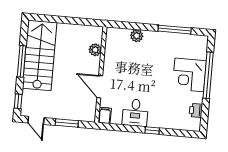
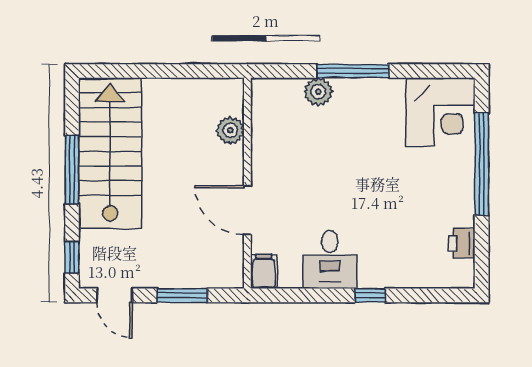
window: (175, 30) -> (353, 71), moved
corner desk: (189, 75) -> (441, 112), moved, turned -90

